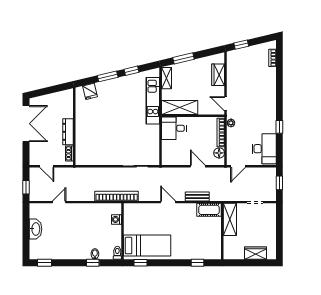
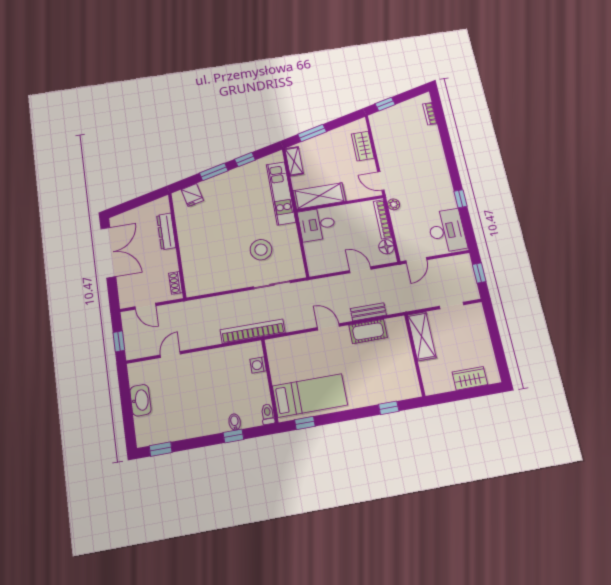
dresser: (68, 132) -> (166, 231), moved
stool: (132, 140) -> (261, 250), added
cot: (209, 210) -> (368, 331), moved

